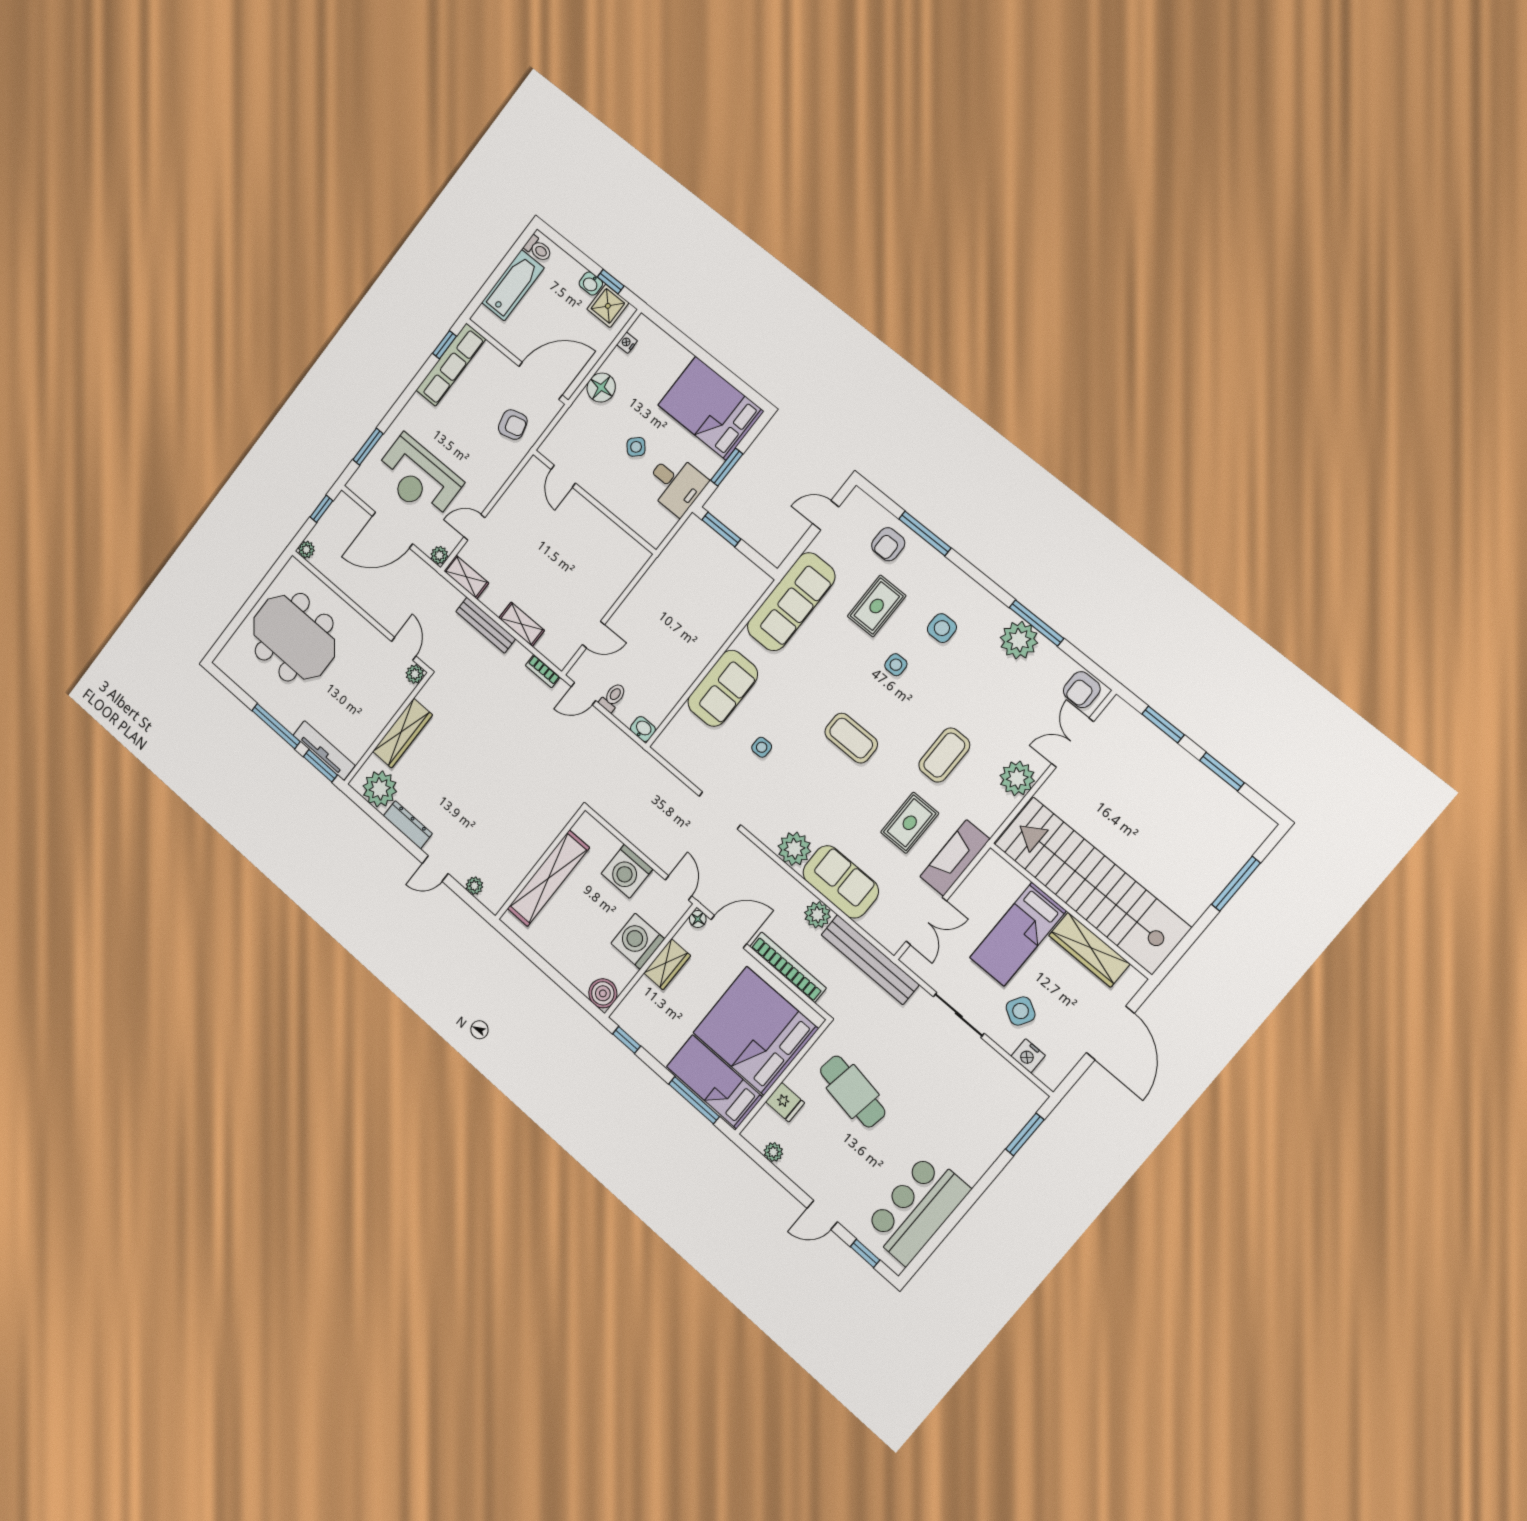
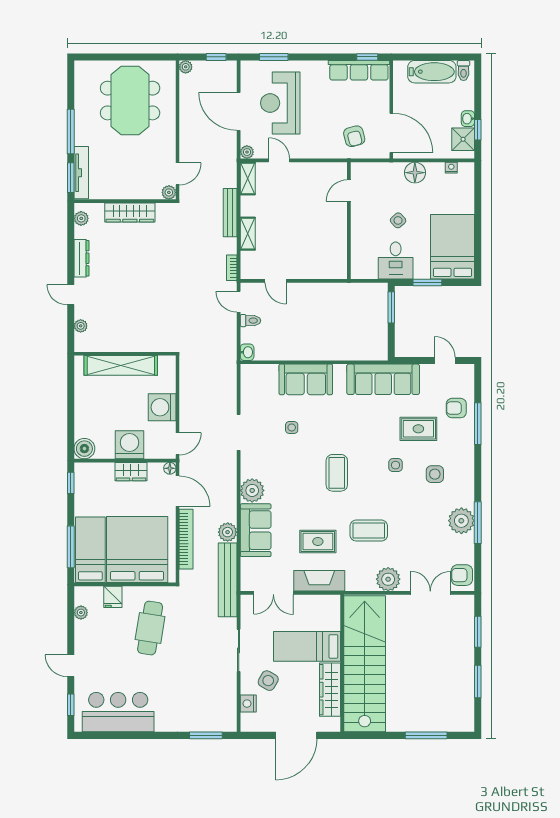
plant: (380, 789) -> (81, 218), width x0.53, depth x0.53

